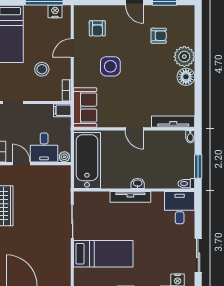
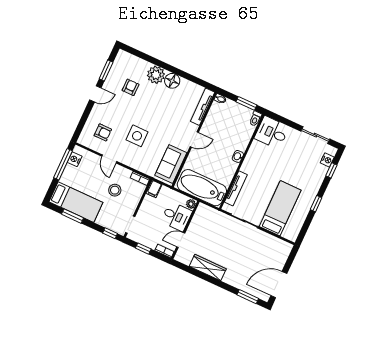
sofa: (85, 108) -> (171, 164), moved, turned -90
tv unit: (130, 197) -> (236, 188), moved

